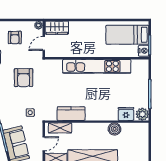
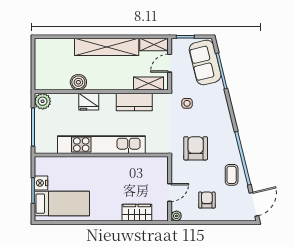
wardrobe: (57, 28) -> (137, 213), moved
wall: (97, 58) -> (101, 155), moved
kitchen unit: (97, 66) -> (101, 145), moved
fridge: (126, 114) -> (89, 102), moved

